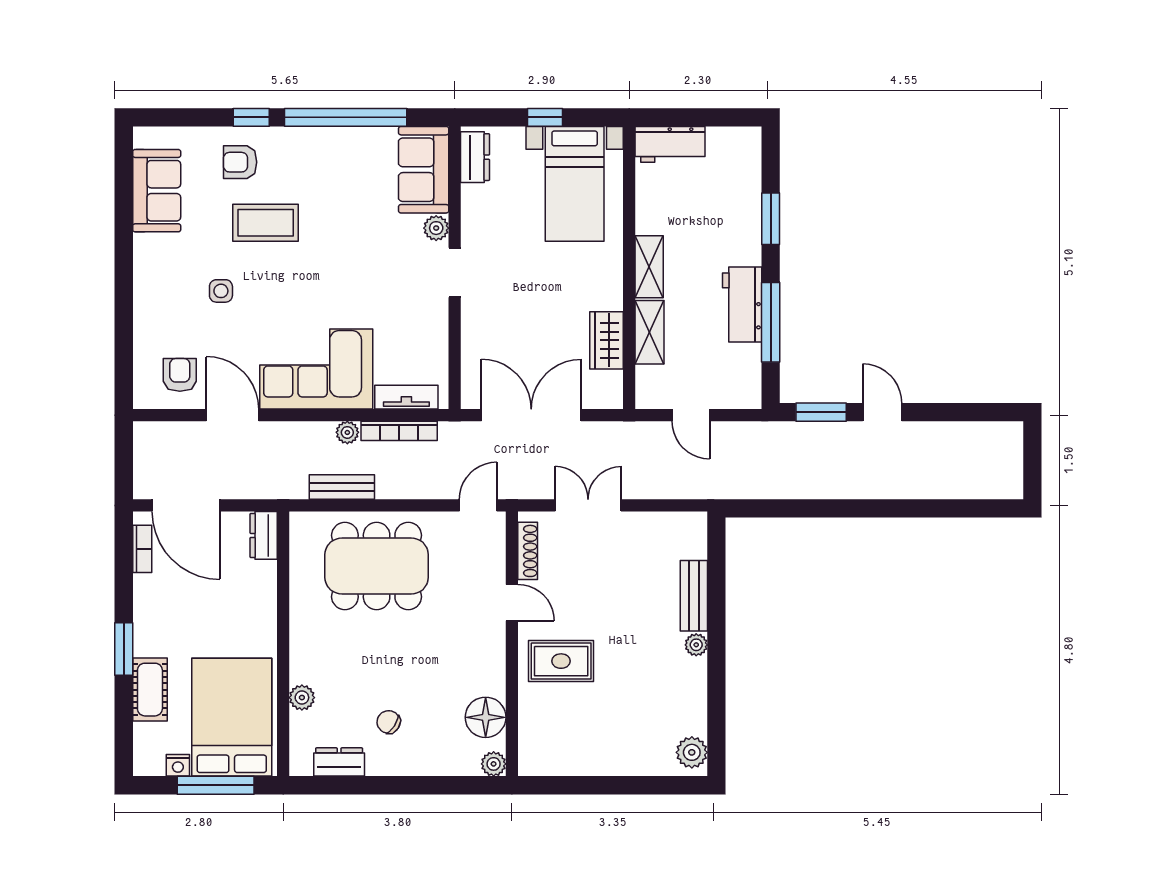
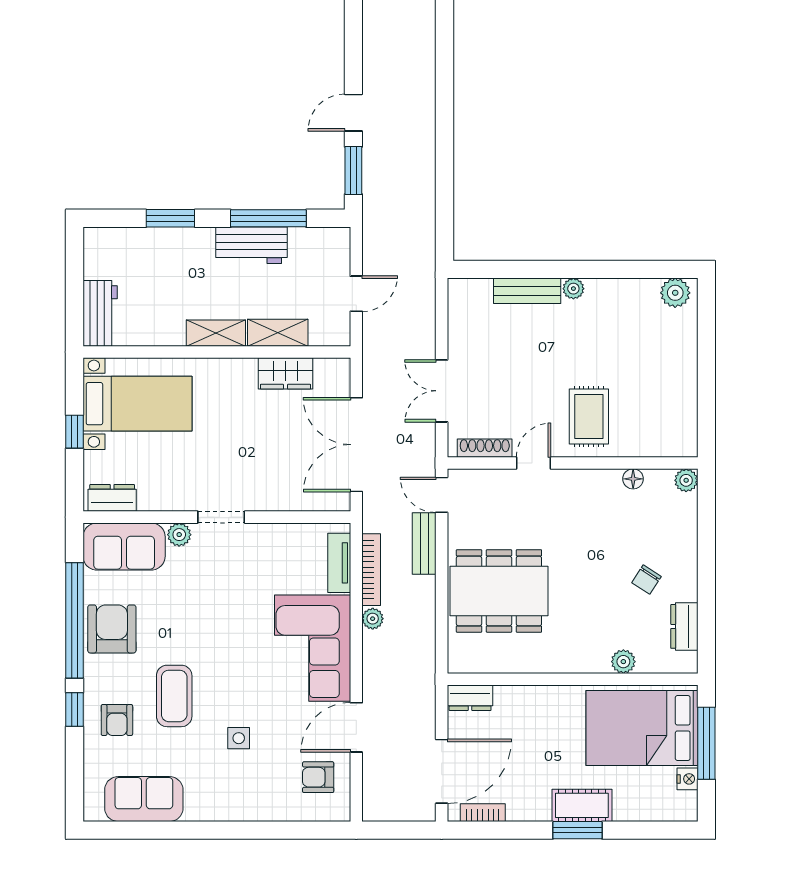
armchair: (336, 157) -> (112, 629), added
bench: (342, 487) -> (424, 544), moved
dining table: (377, 566) -> (499, 591), turned 90
cot: (150, 690) -> (582, 805), moved
floor lamp: (486, 717) -> (633, 479), width x0.53, depth x0.53

